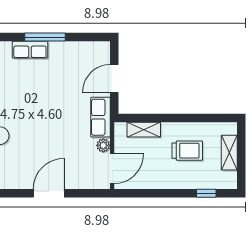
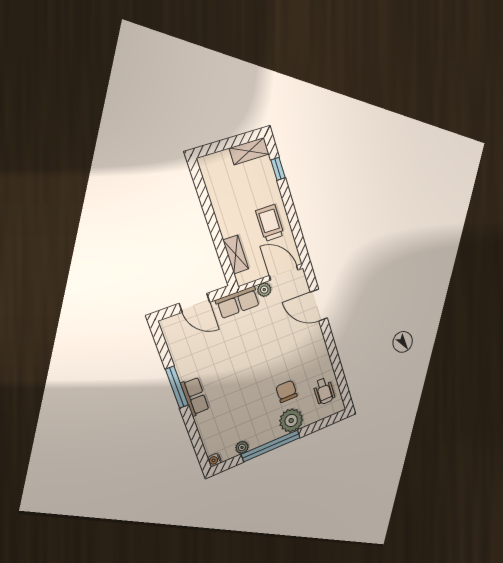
trolley: (187, 151) -> (270, 223), moved
shelving: (229, 153) -> (249, 151), moved
door: (49, 193) -> (319, 305), moved

